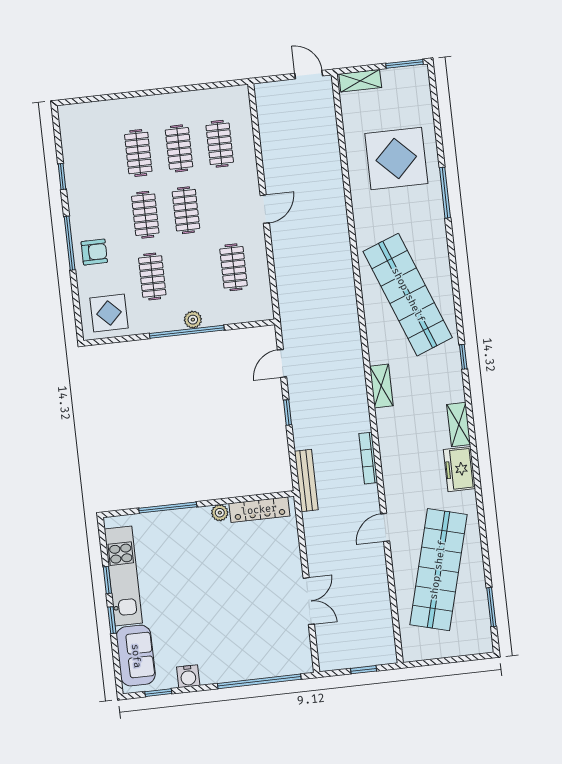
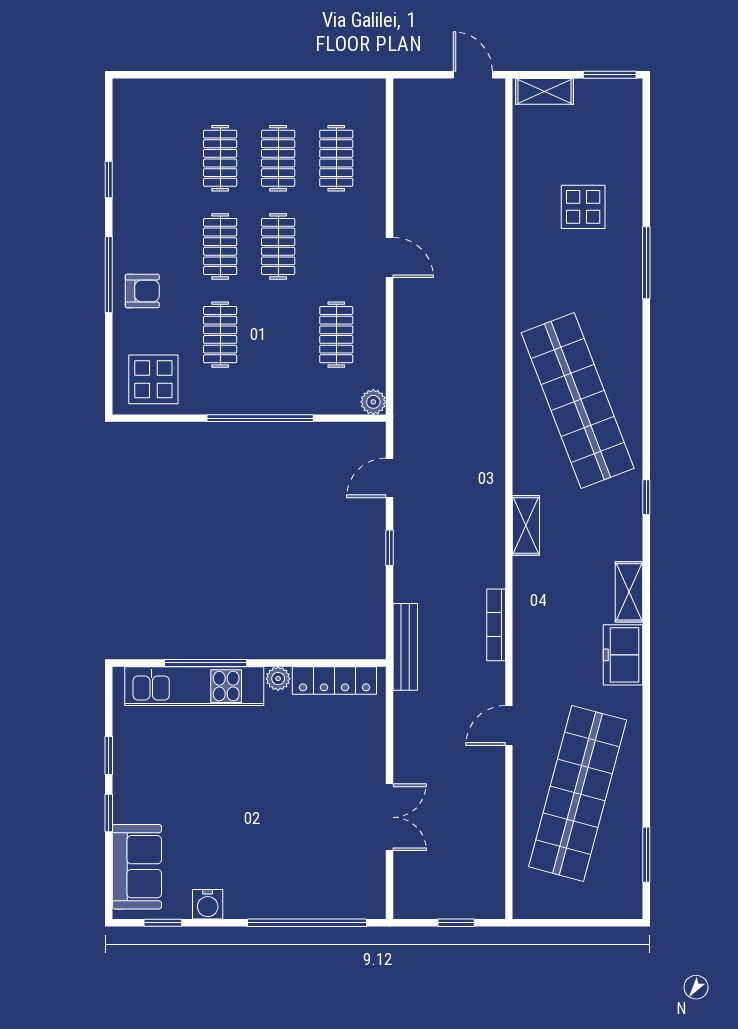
display table: (396, 158) -> (583, 207), width x0.54, depth x0.54
door: (265, 209) -> (389, 257), hinge flipped
plant: (193, 320) -> (373, 402), moved
kitchen unit: (123, 576) -> (194, 686), moved, turned 90

